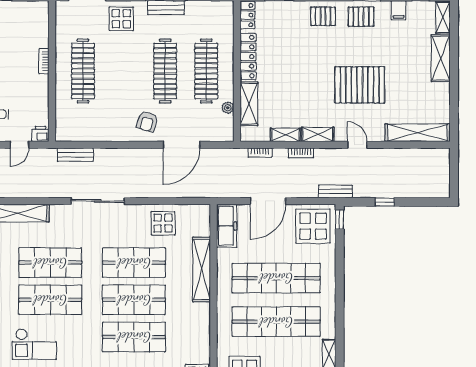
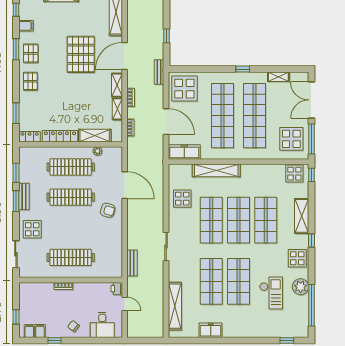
door: (357, 145) -> (125, 56), width x1.88
sliding door: (98, 201) -> (166, 246), width x0.73
window: (340, 219) -> (243, 69), moved

